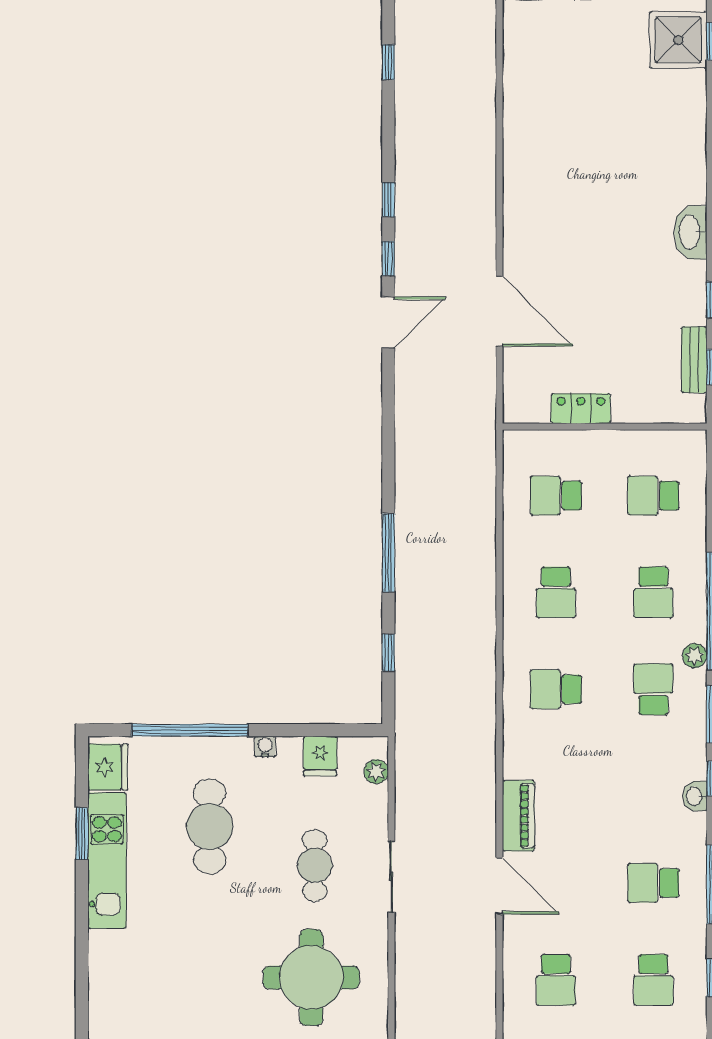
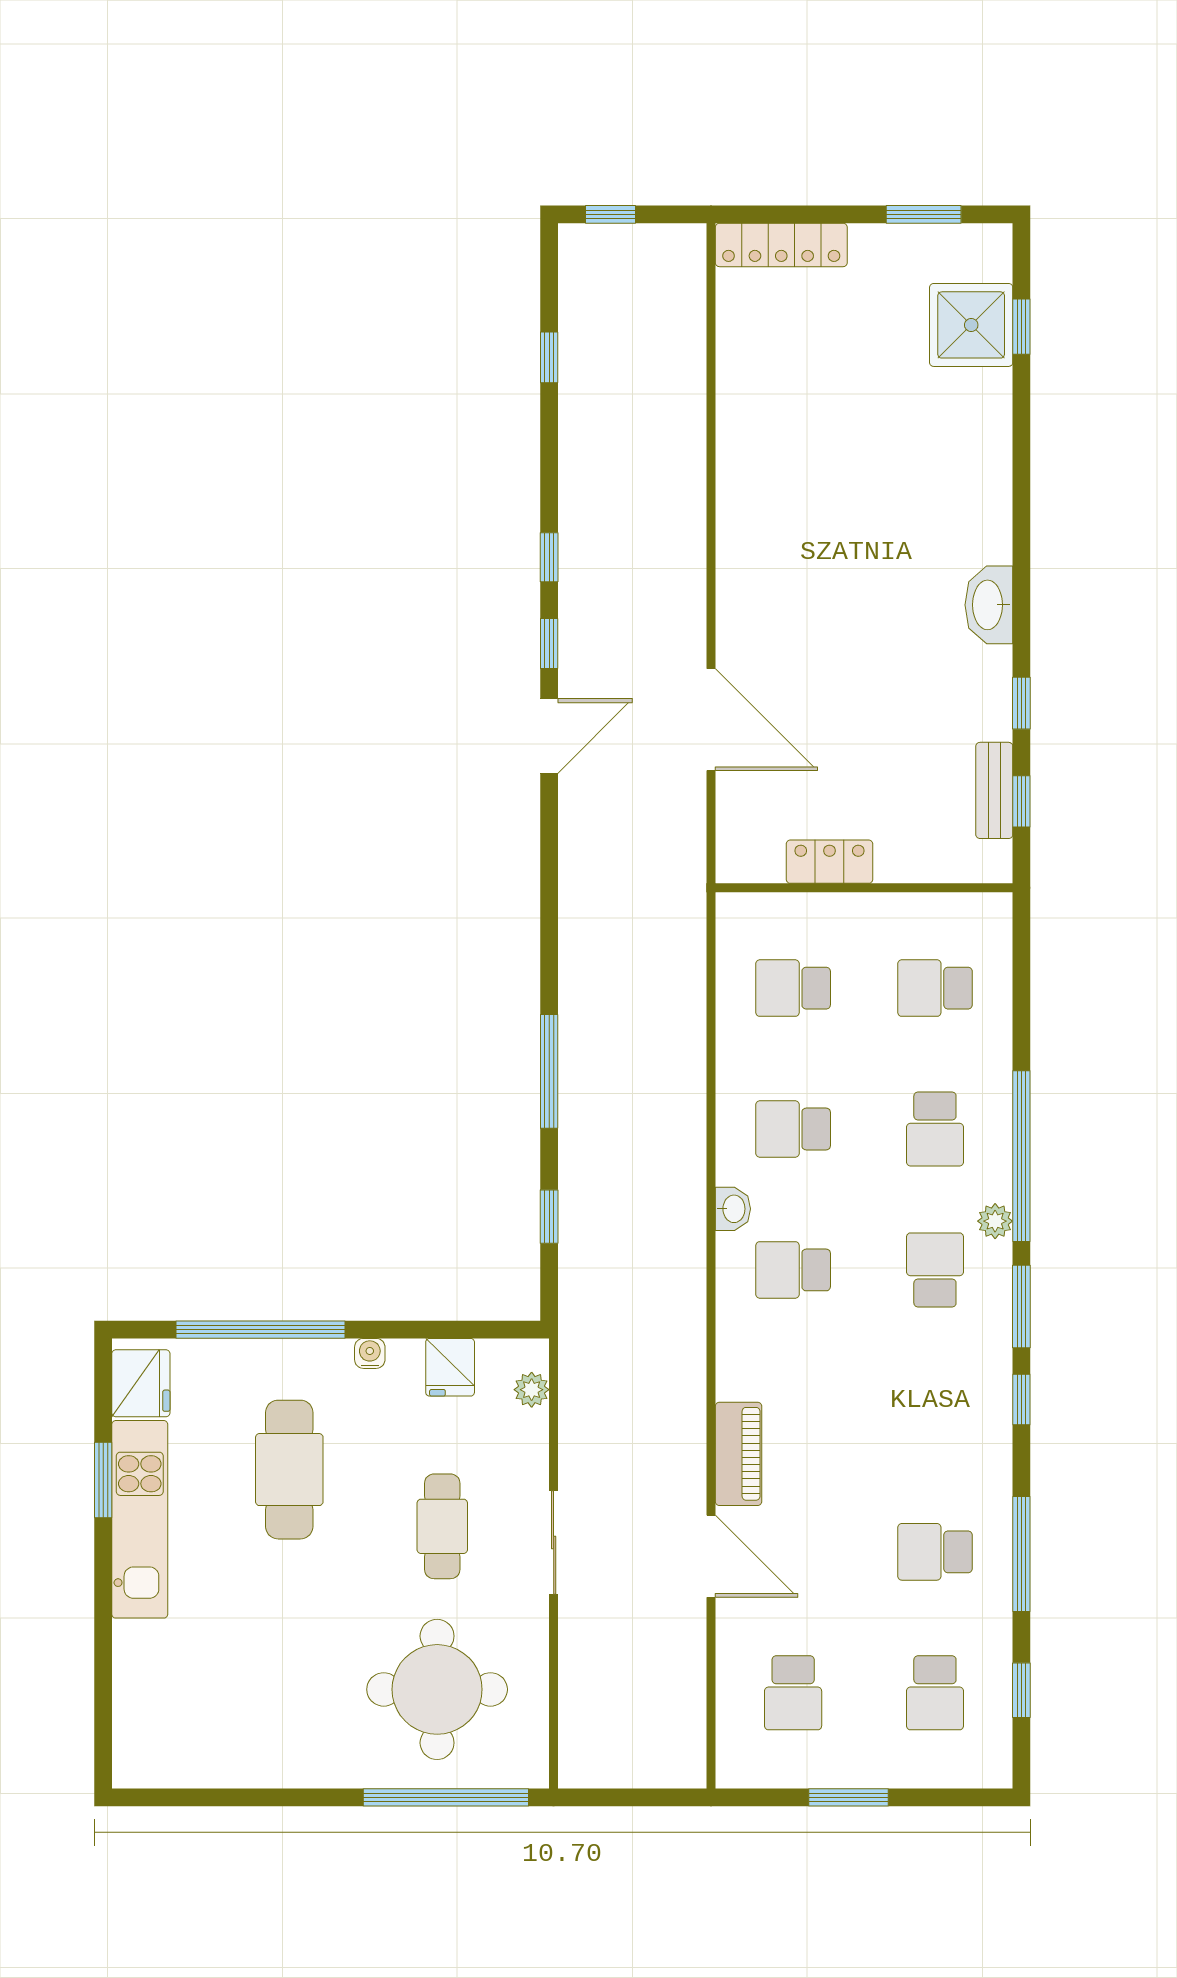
school desk: (556, 592) -> (793, 1129), turned 90
washbasin: (695, 796) -> (733, 1209), moved, turned 180

